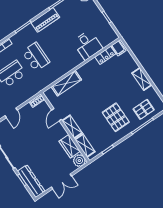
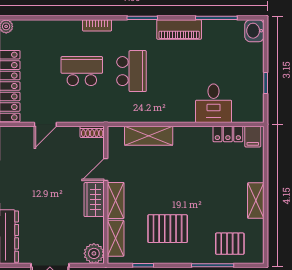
pallet: (116, 117) -> (168, 229), moved, turned 90
wardrobe: (70, 146) -> (94, 200), moved

